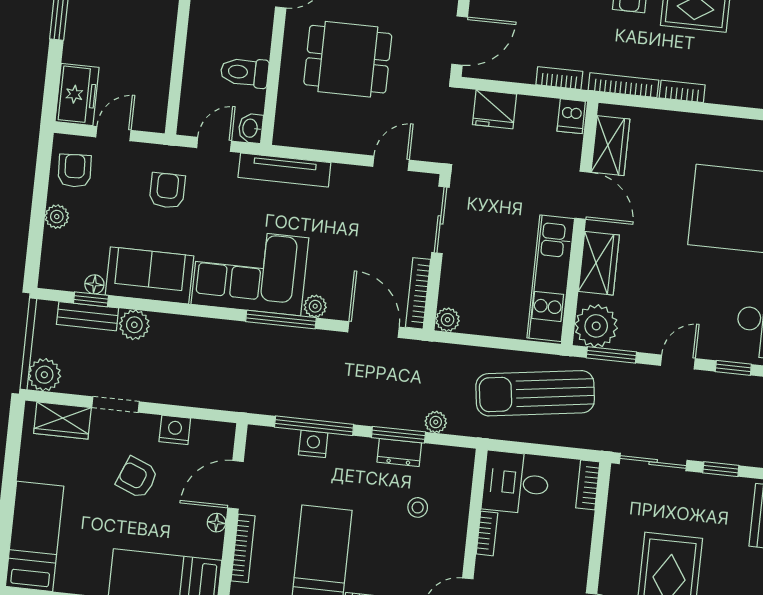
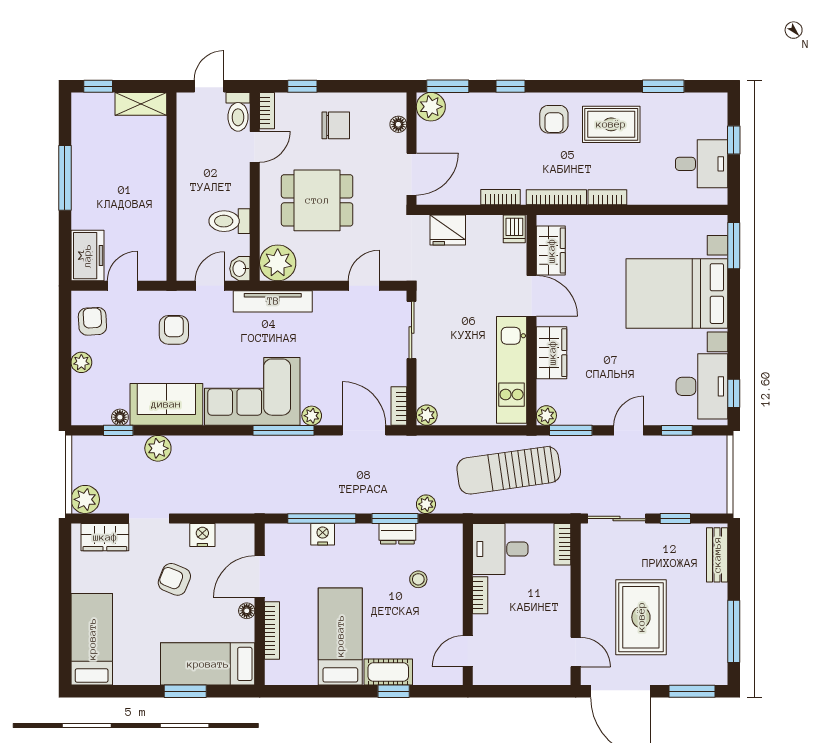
plant: (295, 126) -> (278, 263), added
bookcase: (418, 293) -> (399, 406), width x0.64
bench: (88, 316) -> (117, 445), removed
plant: (596, 326) -> (546, 416), width x0.53, depth x0.53

